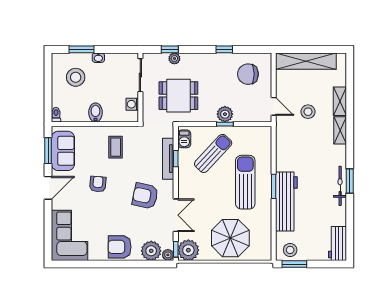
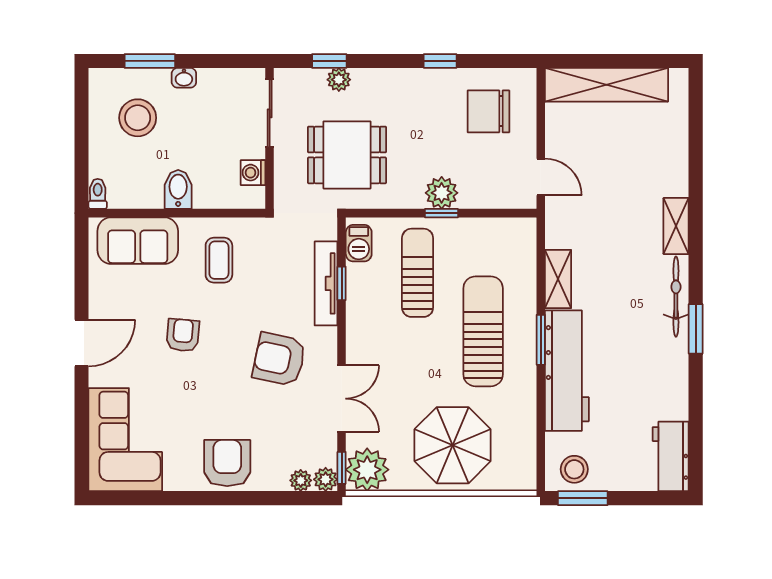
shelving: (340, 101) -> (558, 279), moved
stool: (308, 112) -> (611, 188), removed
window: (48, 151) -> (81, 267), removed
sofa: (63, 151) -> (138, 241), moved, turned 90
sun lounger: (213, 153) -> (418, 273), turned -43
bicycle: (340, 186) -> (676, 297), moved
armchair: (120, 247) -> (227, 463), turned 90
plant: (151, 251) -> (301, 480), width x0.53, depth x0.53

